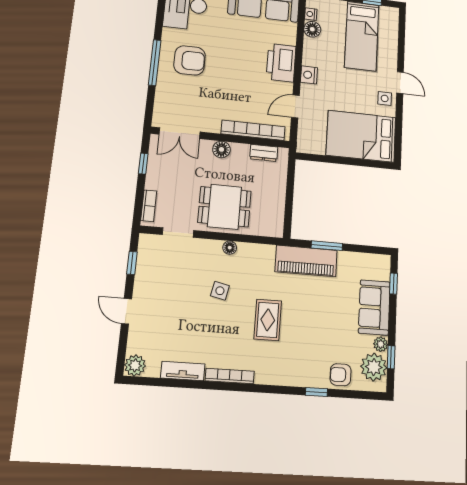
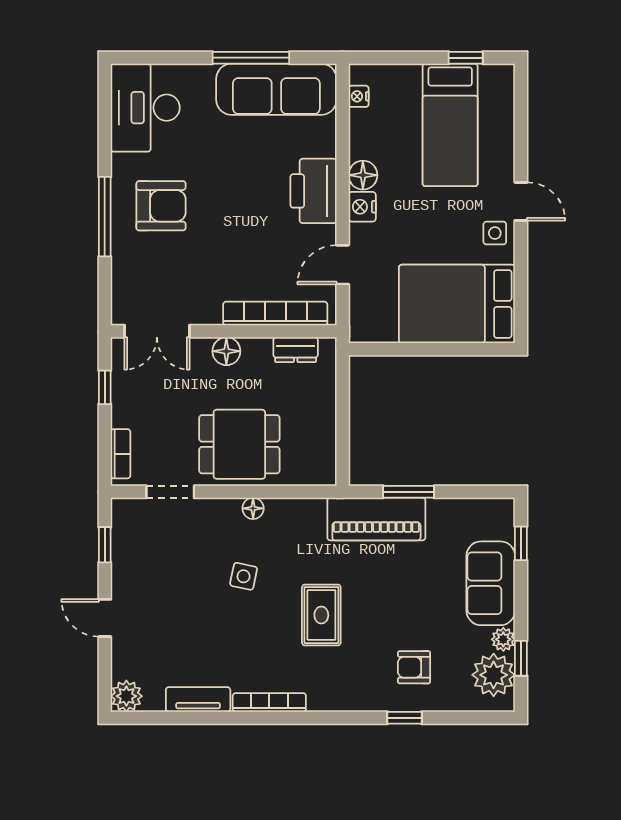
floor lamp: (312, 29) -> (363, 175), moved
armchair: (341, 375) -> (414, 667), moved

